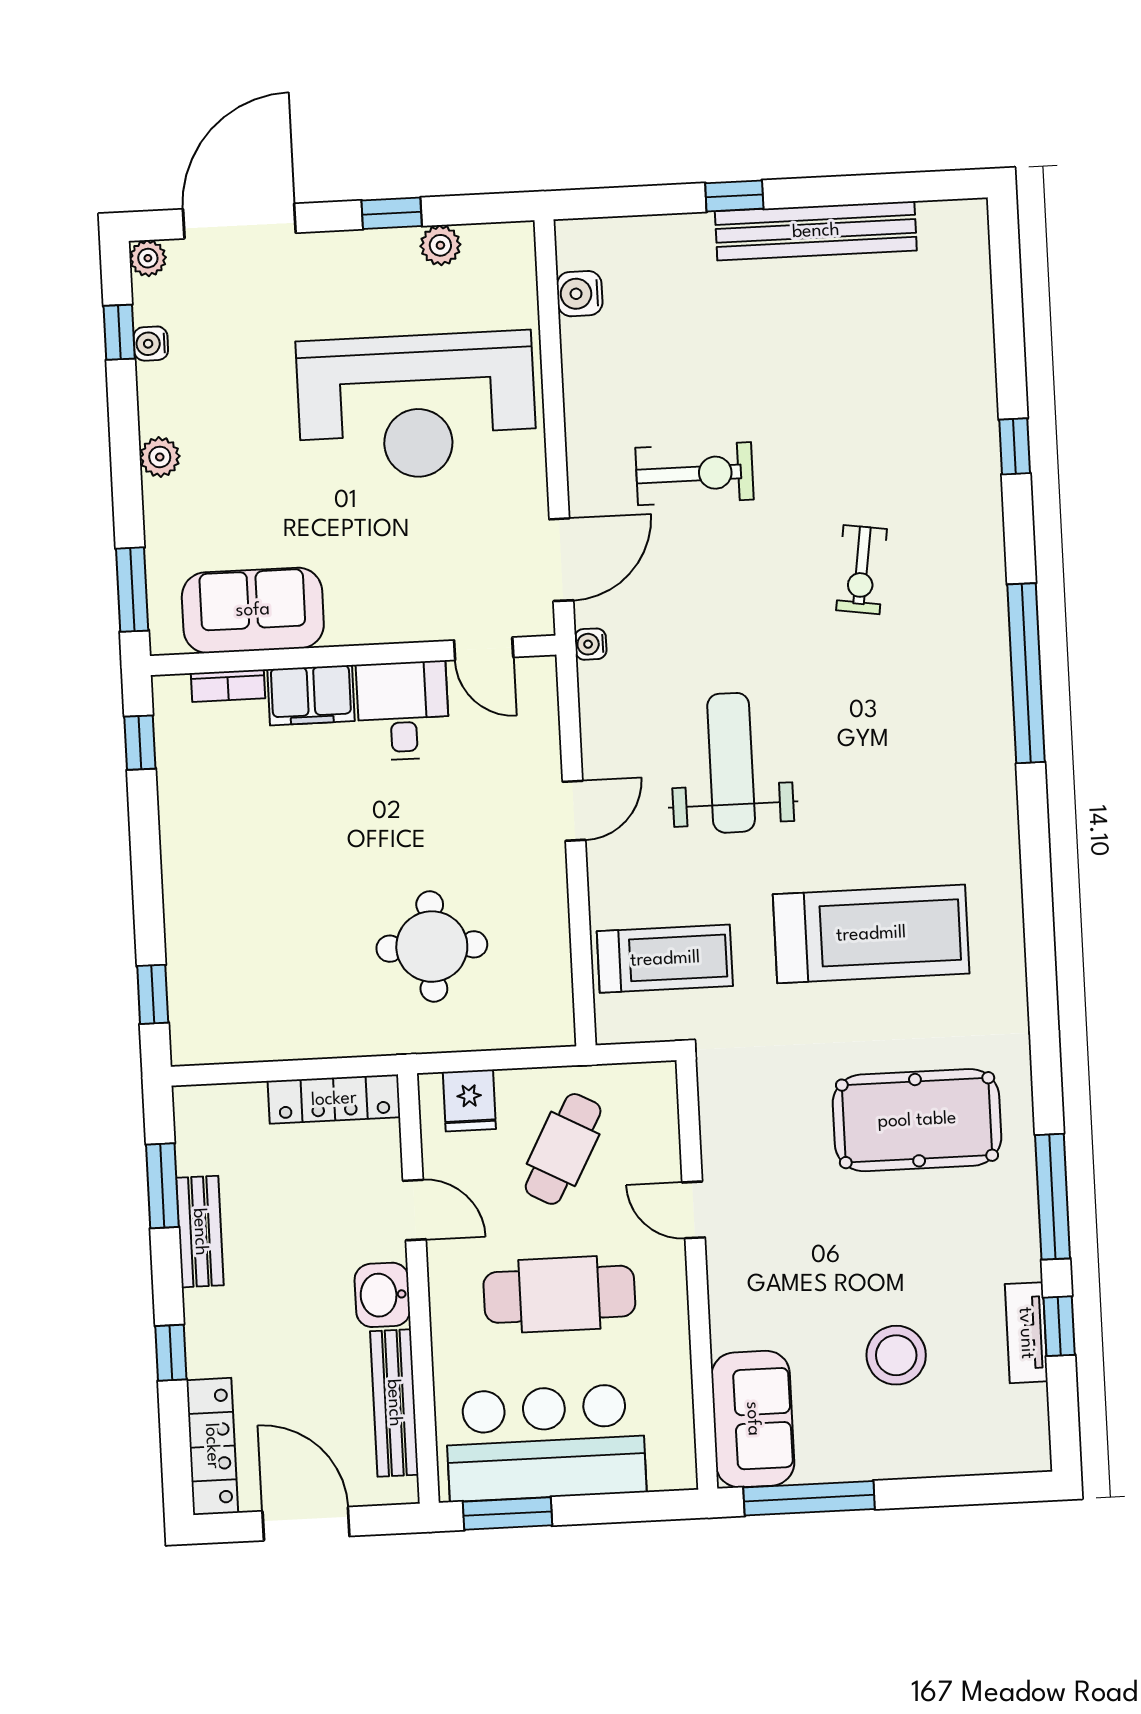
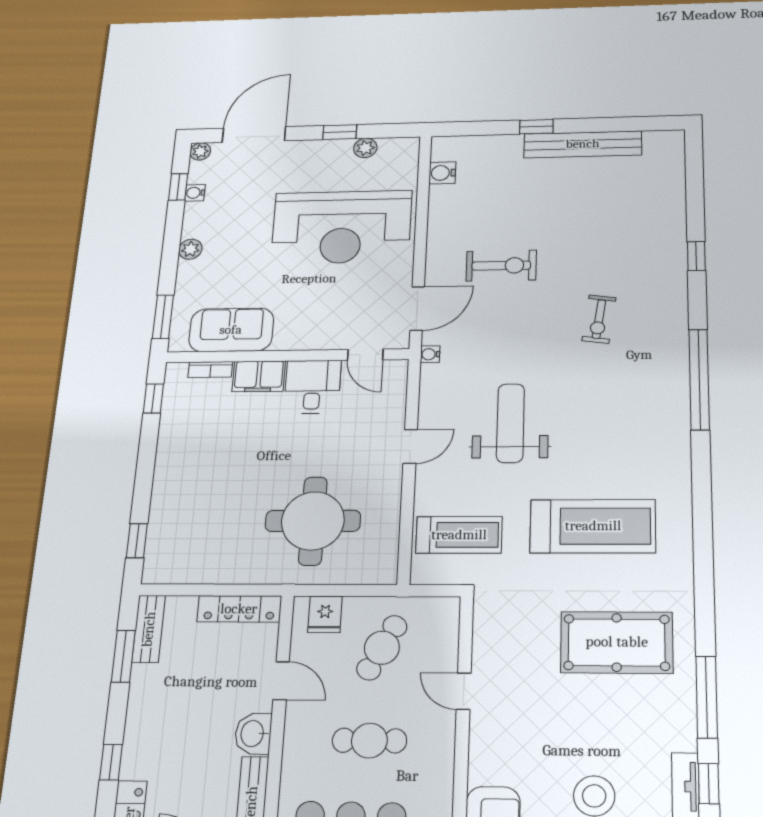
round table: (432, 947) -> (313, 521), width x1.36, depth x1.36
bench: (200, 1232) -> (149, 629), moved
cafe table: (559, 1294) -> (369, 741), width x0.73, depth x0.74

